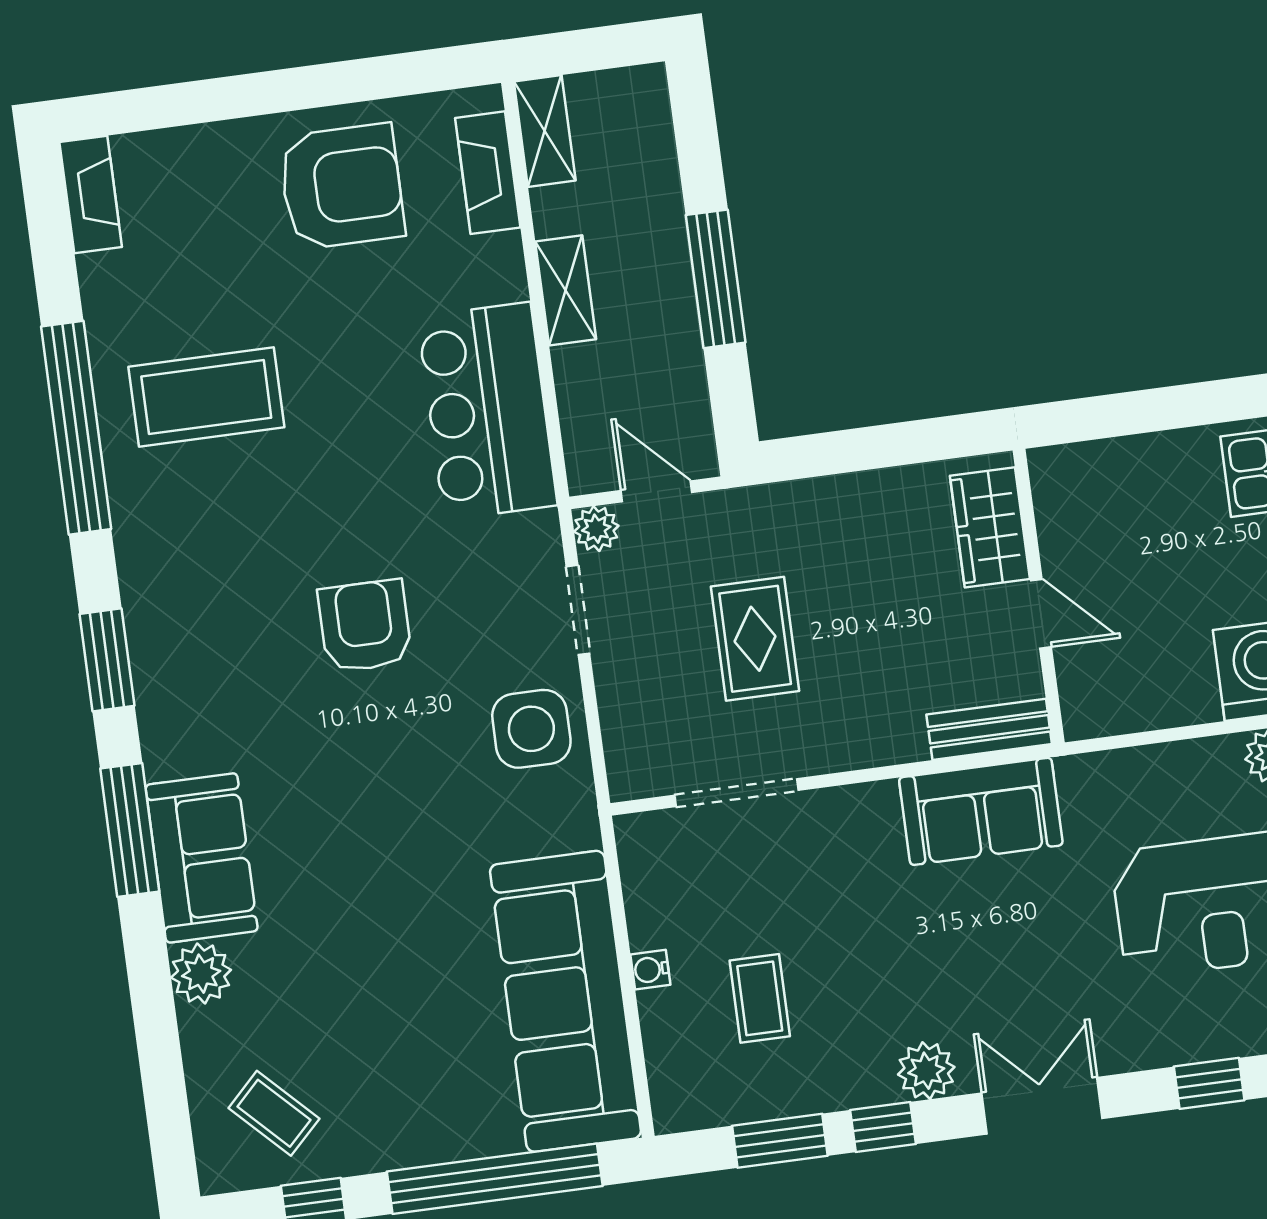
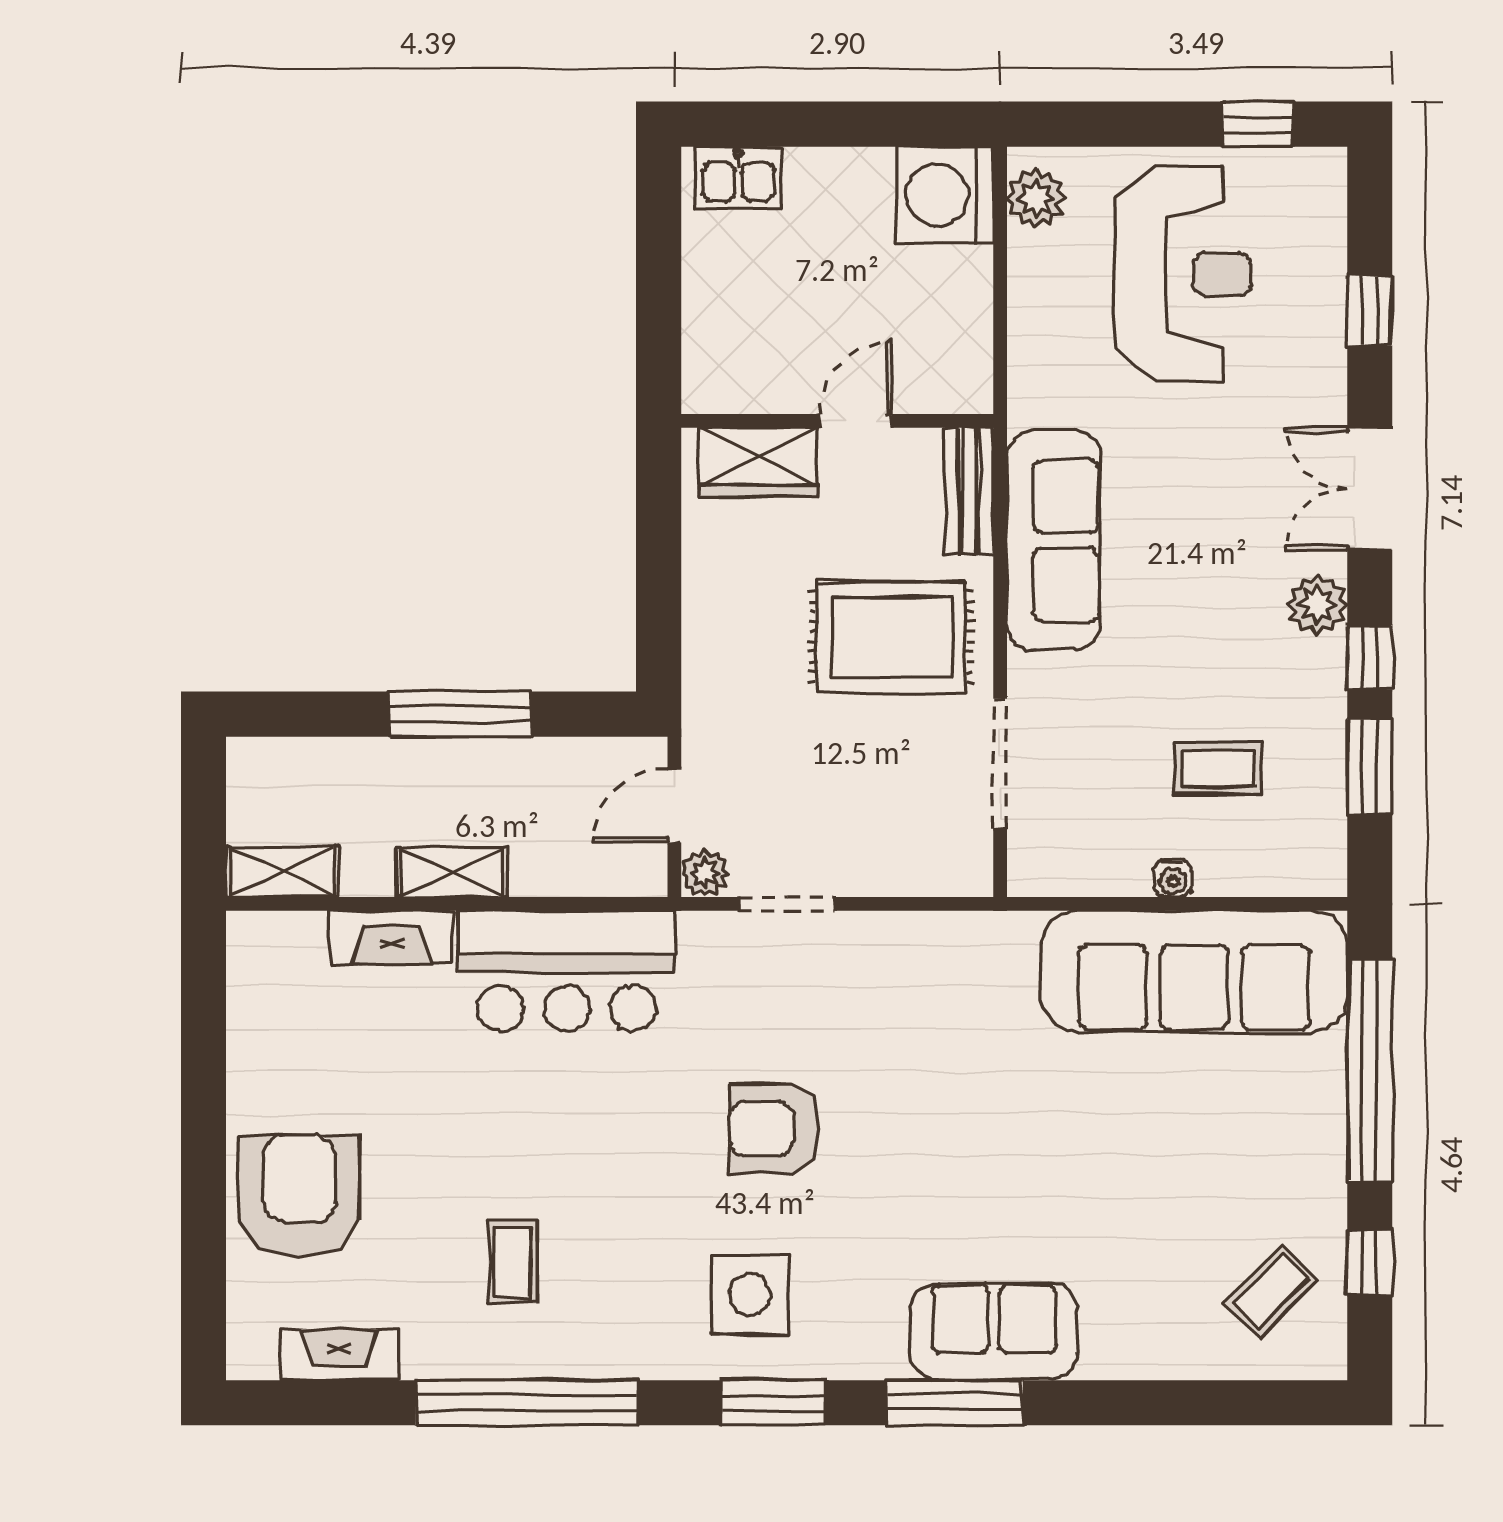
fireplace: (488, 173) -> (392, 937), moved
armchair: (342, 187) -> (299, 1196), moved
fireplace: (91, 194) -> (339, 1355), moved
coffee table: (206, 397) -> (513, 1262), width x0.54, depth x0.58
rug: (755, 639) -> (892, 637), moved, width x1.36, depth x1.43
side table: (531, 729) -> (750, 1294), moved
sofa: (981, 811) -> (1054, 540), width x1.36
plant: (201, 974) -> (1114, 1348), removed

